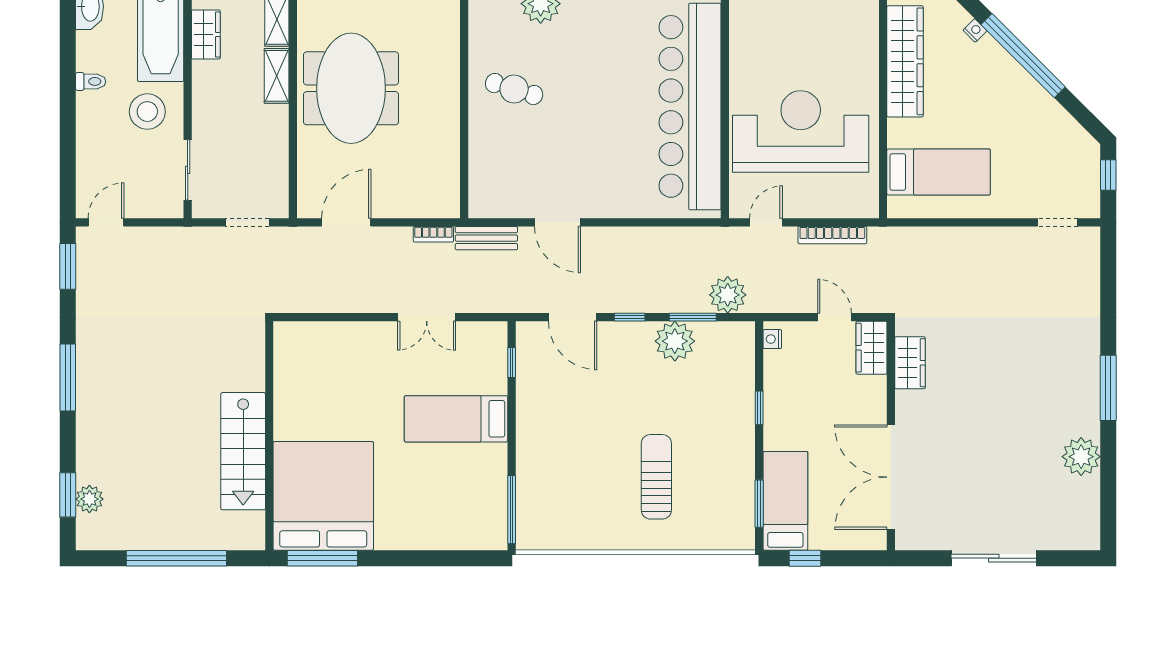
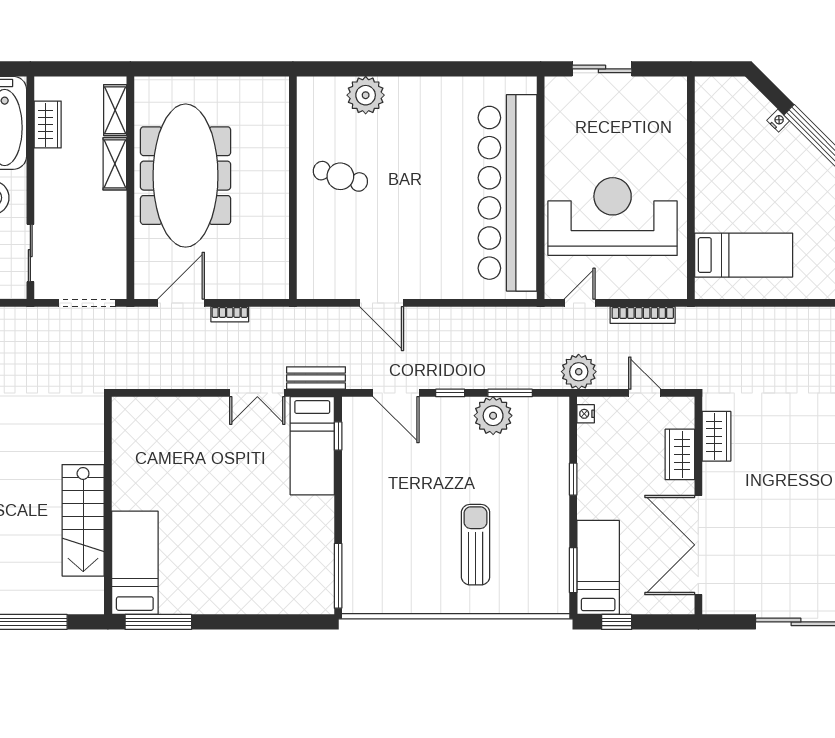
wardrobe: (905, 61) -> (712, 150), removed
meeting table: (351, 88) -> (186, 176), width x1.36
doorway: (247, 222) -> (87, 303), width x1.38
bookcase: (433, 234) -> (230, 314), moved
bench: (486, 238) -> (316, 378), moved
plant: (728, 295) -> (579, 372), moved
wardrobe: (872, 348) -> (680, 454), moved
bed: (456, 419) -> (312, 446), moved, turned -90
bed: (323, 496) -> (135, 563), width x0.49

